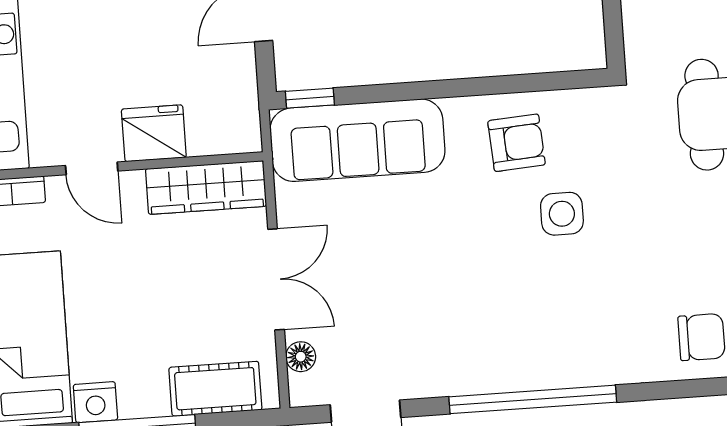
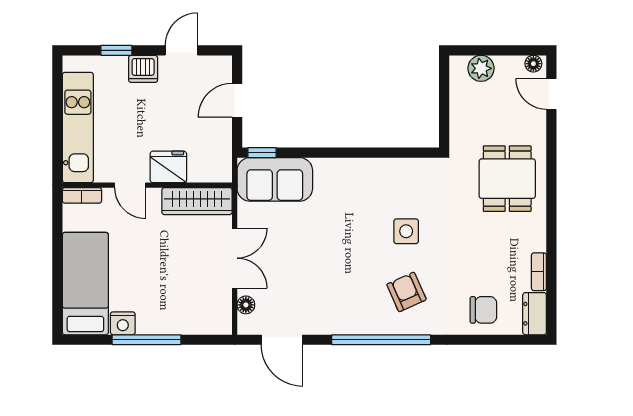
sofa: (357, 140) -> (275, 179), width x0.73
armchair: (517, 143) -> (406, 292), moved, turned -110
cot: (215, 389) -> (194, 320), removed

